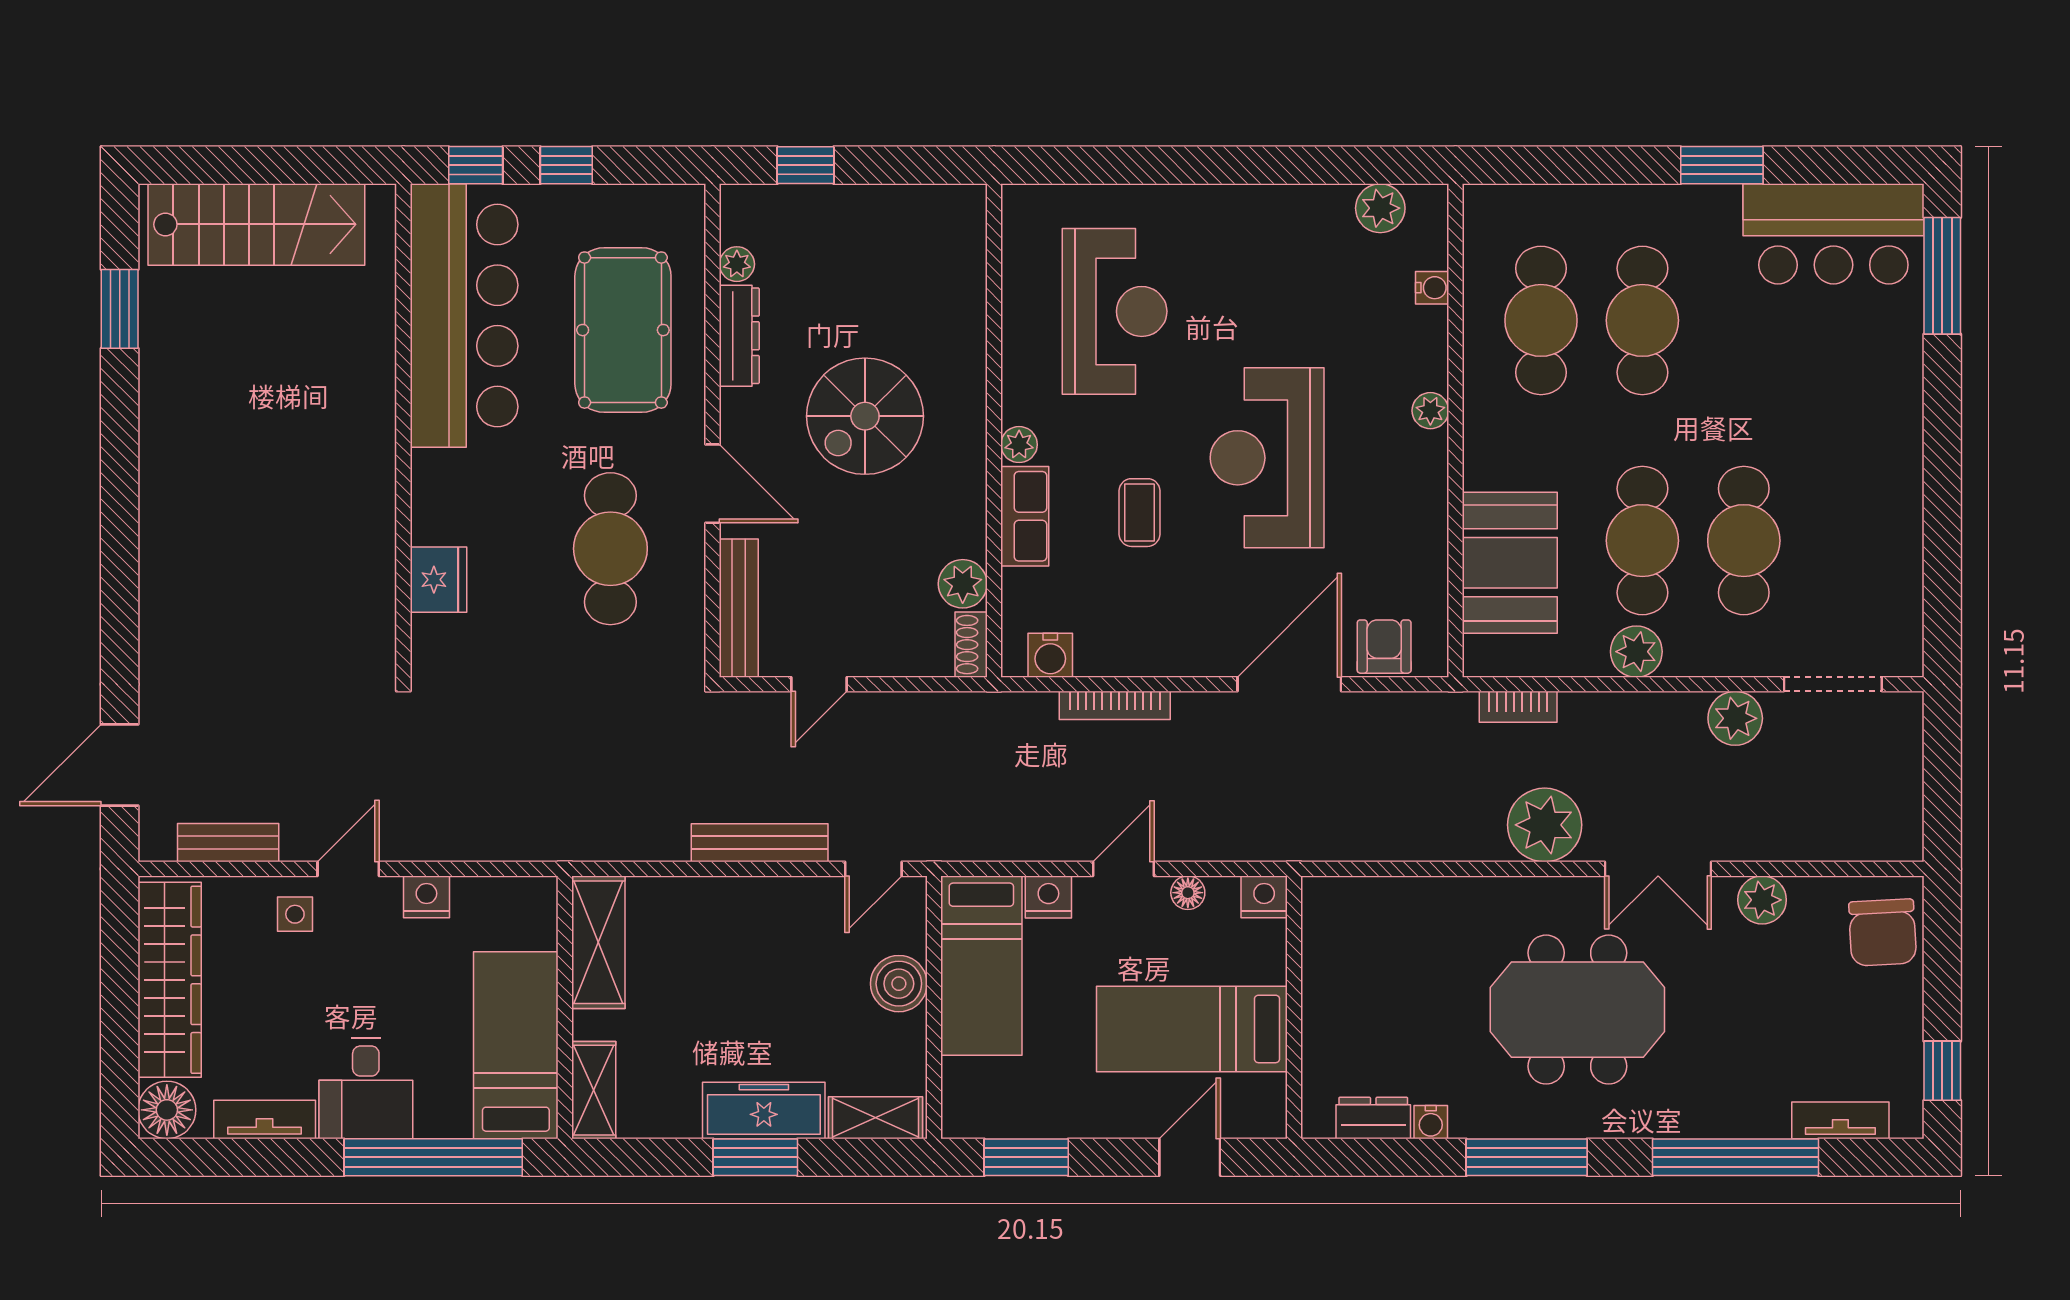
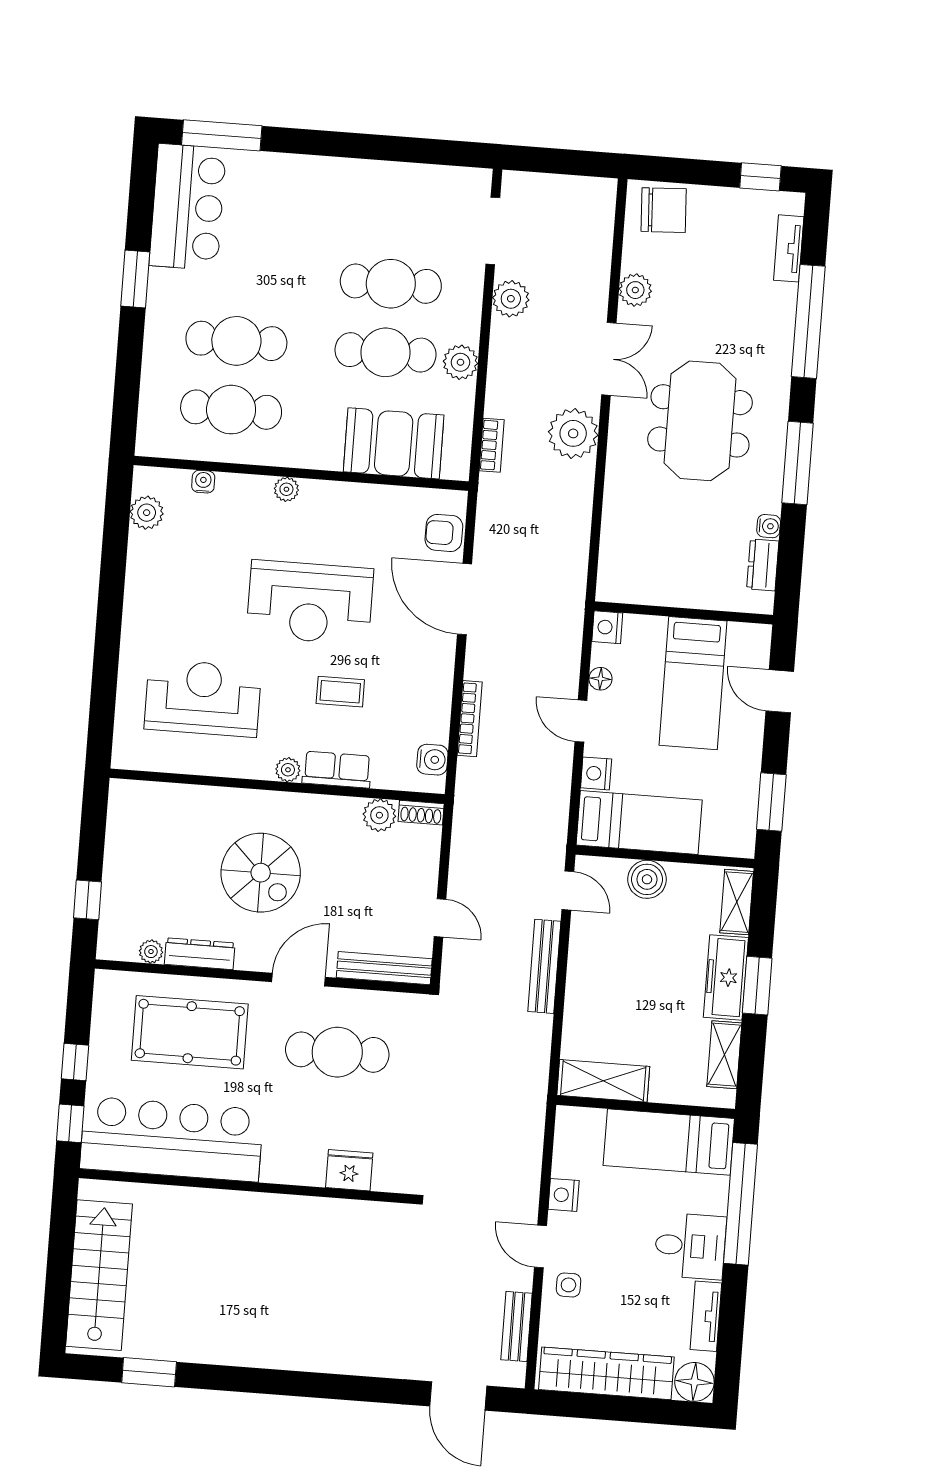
shelving: (594, 1090) -> (724, 1055), moved, turned 90

